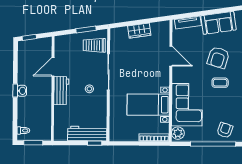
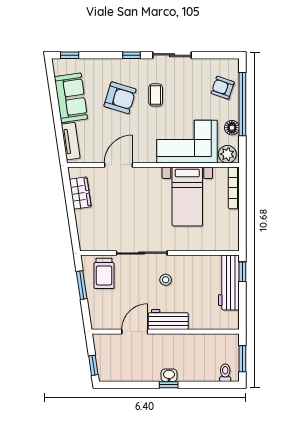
wardrobe: (139, 31) -> (80, 193), moved
door: (53, 67) -> (135, 332), swing flipped
floor lamp: (197, 136) -> (232, 128), added

